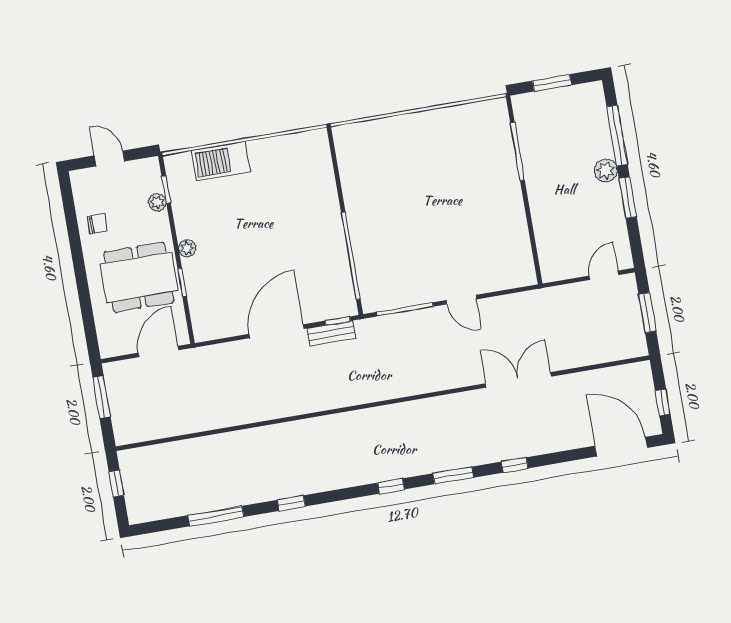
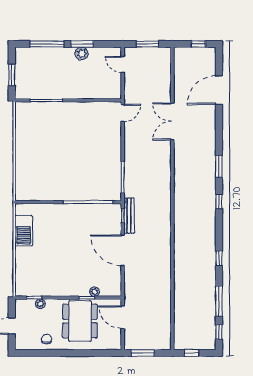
barbecue: (221, 161) -> (24, 231), moved
plant: (606, 170) -> (82, 54), moved
plant: (187, 248) -> (94, 292), moved
door: (461, 300) -> (123, 113), moved
bench: (331, 333) -> (129, 216), width x1.36
door: (621, 447) -> (219, 90), moved
window: (515, 465) -> (219, 332), moved

